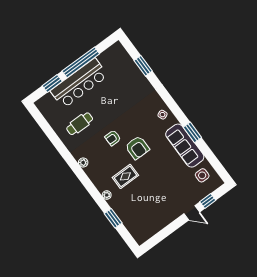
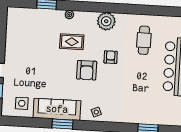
armchair: (137, 148) -> (87, 70), turned -90
plant: (83, 163) -> (106, 21), width x1.87, depth x1.87
rug: (125, 176) -> (72, 42), turned 90

